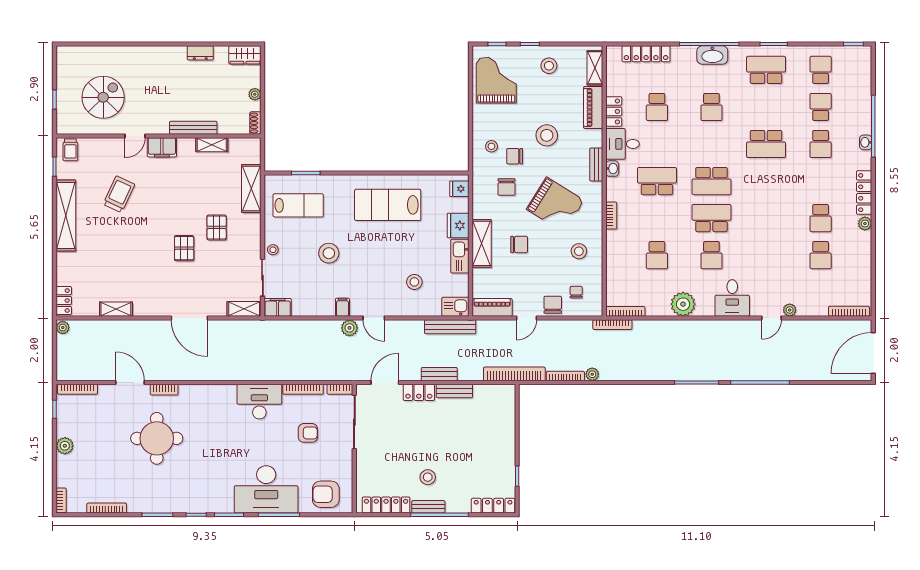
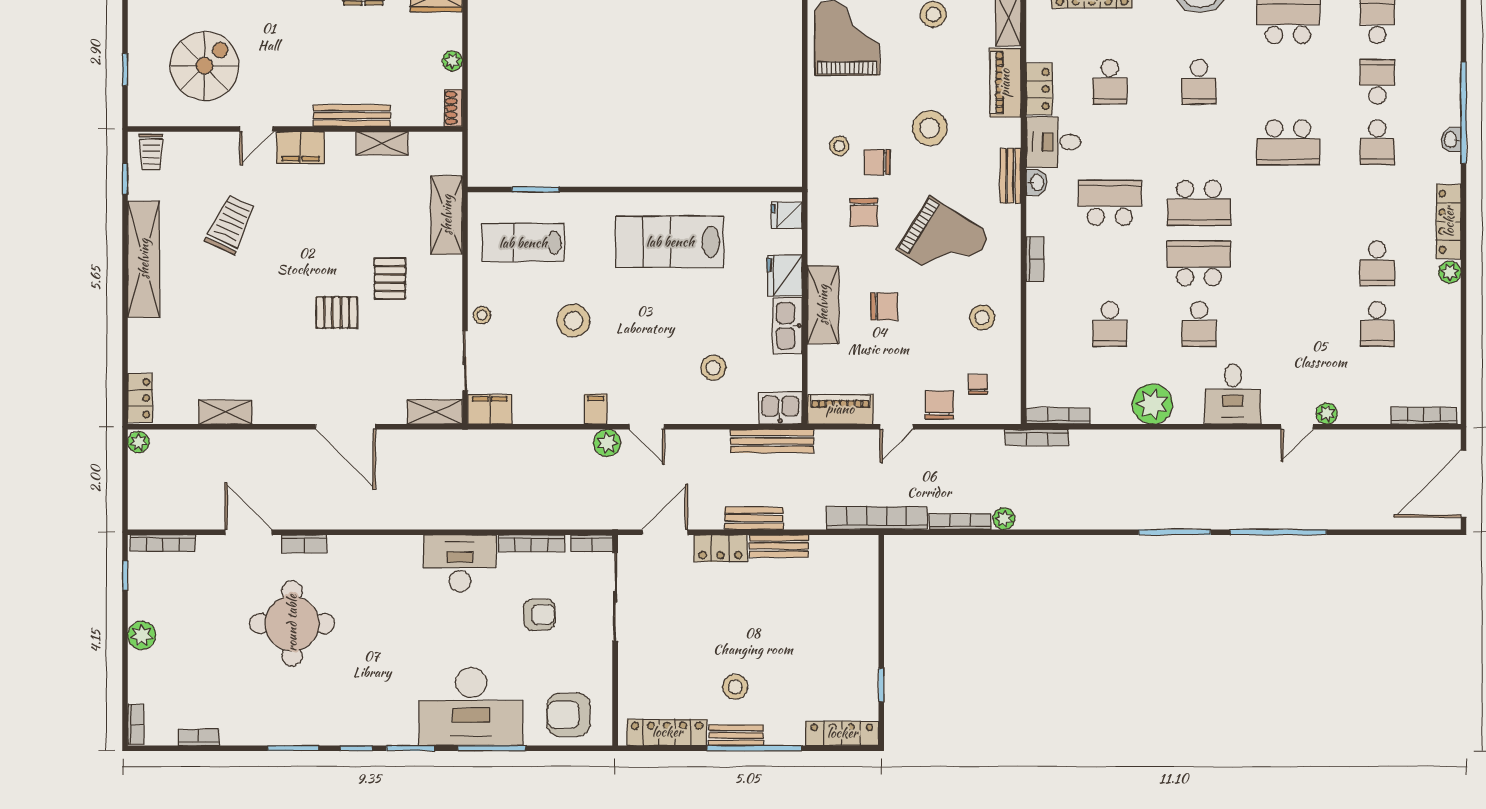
lab bench: (298, 205) -> (523, 243), turned 180
pallet: (184, 248) -> (337, 313), turned 90
bookcase: (107, 508) -> (199, 737), width x0.64

